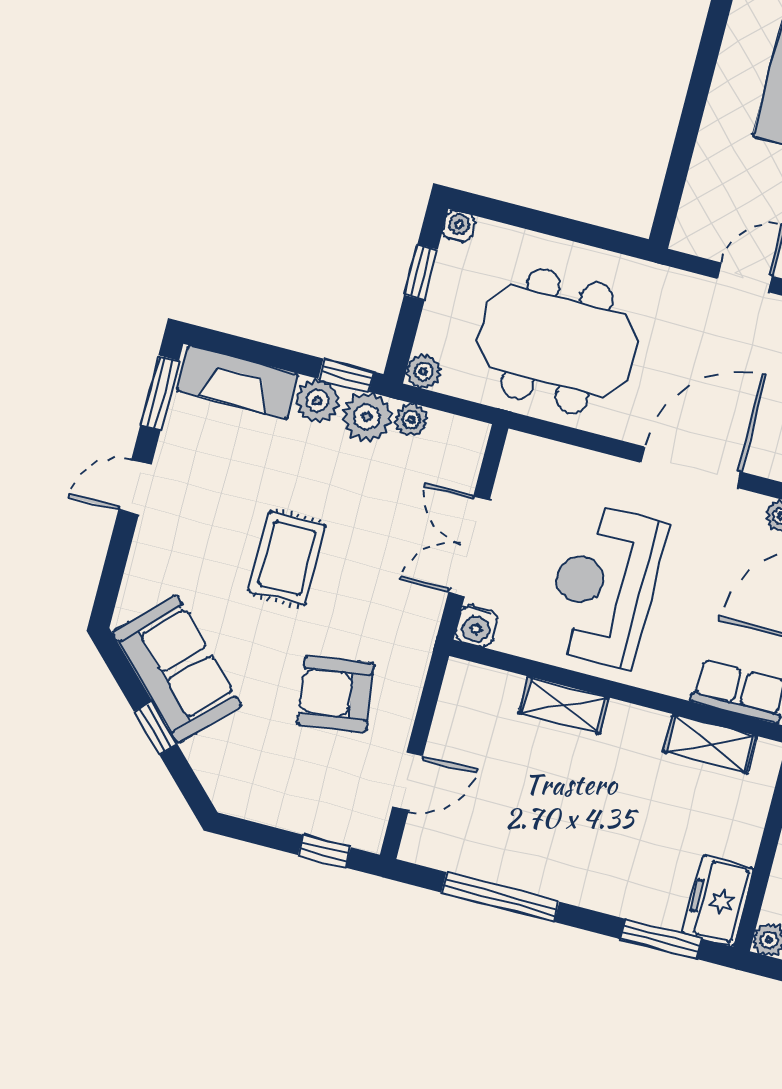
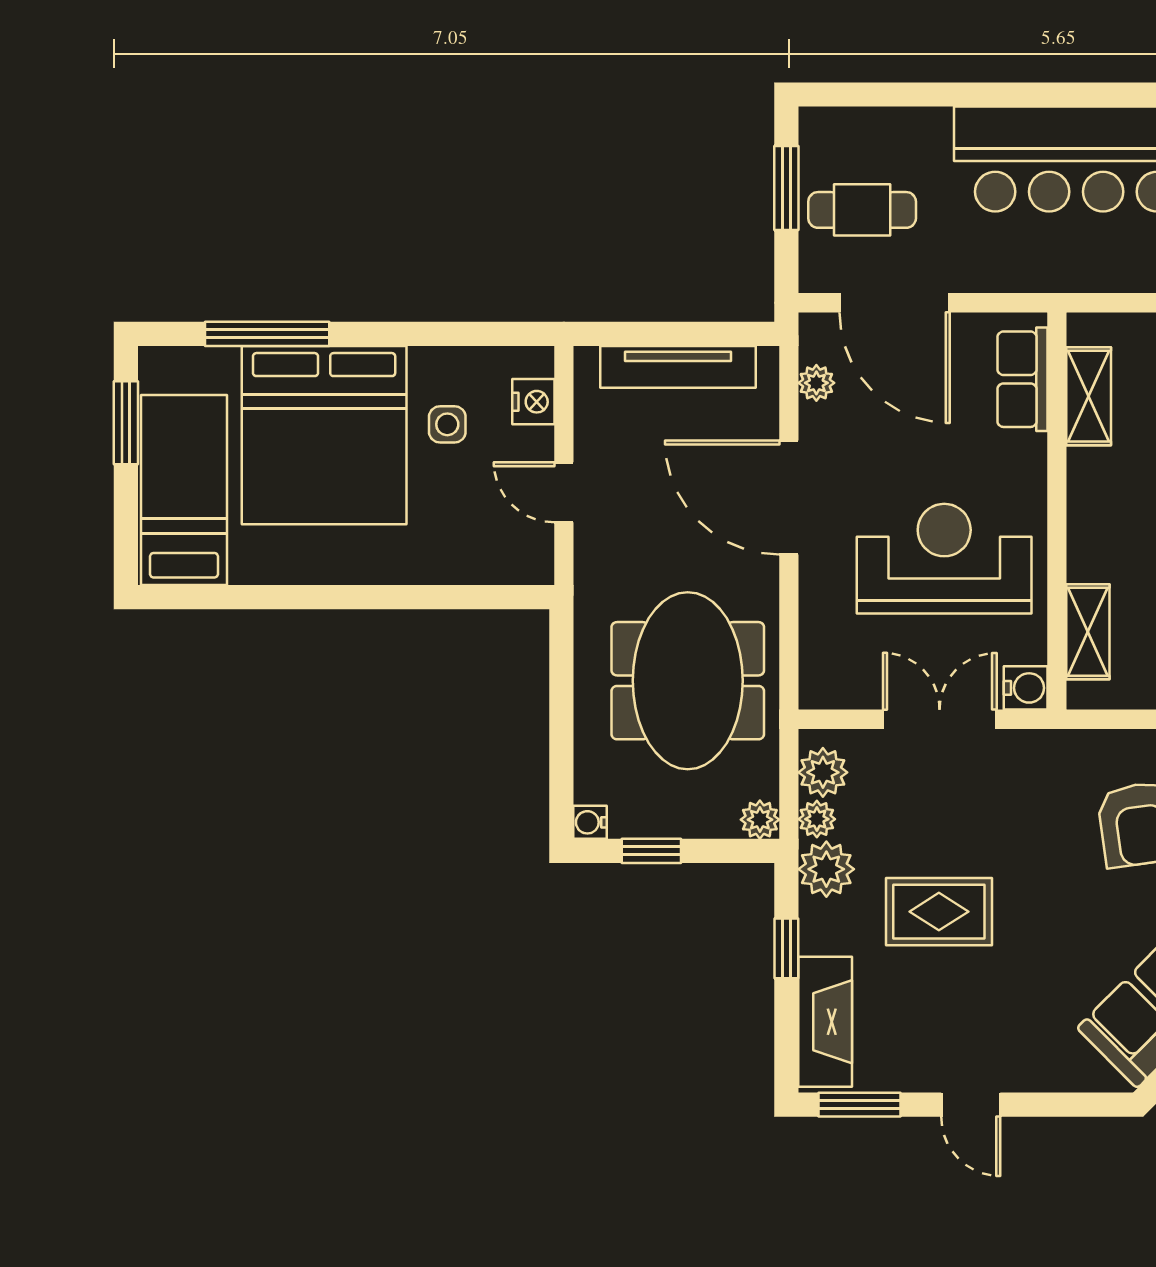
window: (346, 375) -> (786, 948), moved
plant: (317, 401) -> (823, 772), moved
double door: (469, 546) -> (940, 719), swing flipped
rug: (287, 558) -> (939, 912), moved
reception desk: (604, 585) -> (944, 559), turned 180
shelving: (564, 705) -> (1088, 632), moved

